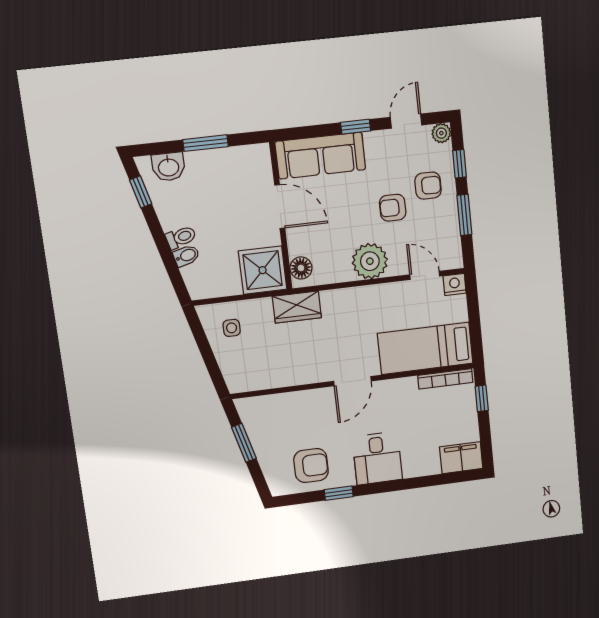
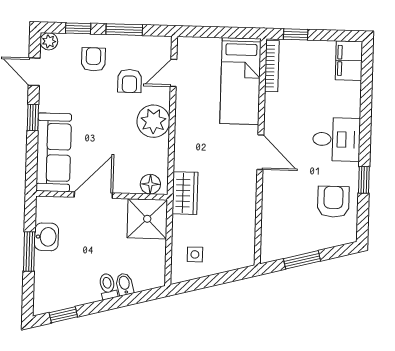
washbasin: (168, 167) -> (46, 237), moved
armchair: (393, 208) -> (130, 81), moved
nightstand: (455, 285) -> (186, 46), removed

